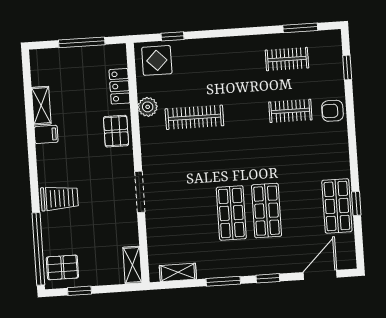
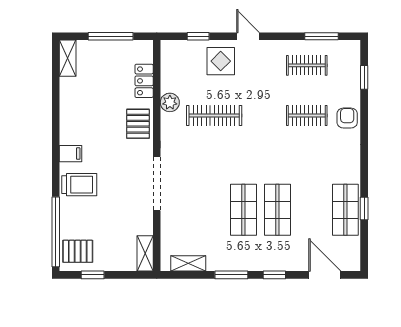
door: (224, 33) -> (248, 36), added
display table: (157, 60) -> (221, 61), moved
shelving: (41, 106) -> (68, 58), moved
armchair: (332, 111) -> (347, 118), turned 90
filing cabinet: (46, 134) -> (71, 154), moved
doorway: (140, 192) -> (157, 184), width x1.36
door: (320, 275) -> (325, 275), hinge flipped

